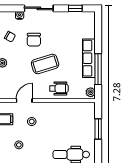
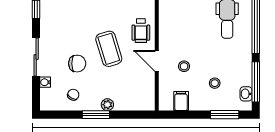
wheelchair: (59, 88) -> (141, 31), turned 180
door: (24, 101) -> (157, 61), moved

